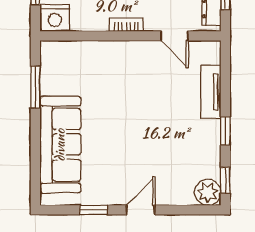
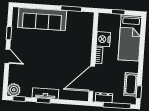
nightstand: (55, 18) -> (103, 39), moved
door: (175, 36) -> (92, 79), width x1.87
tv unit: (211, 92) -> (45, 93), moved

